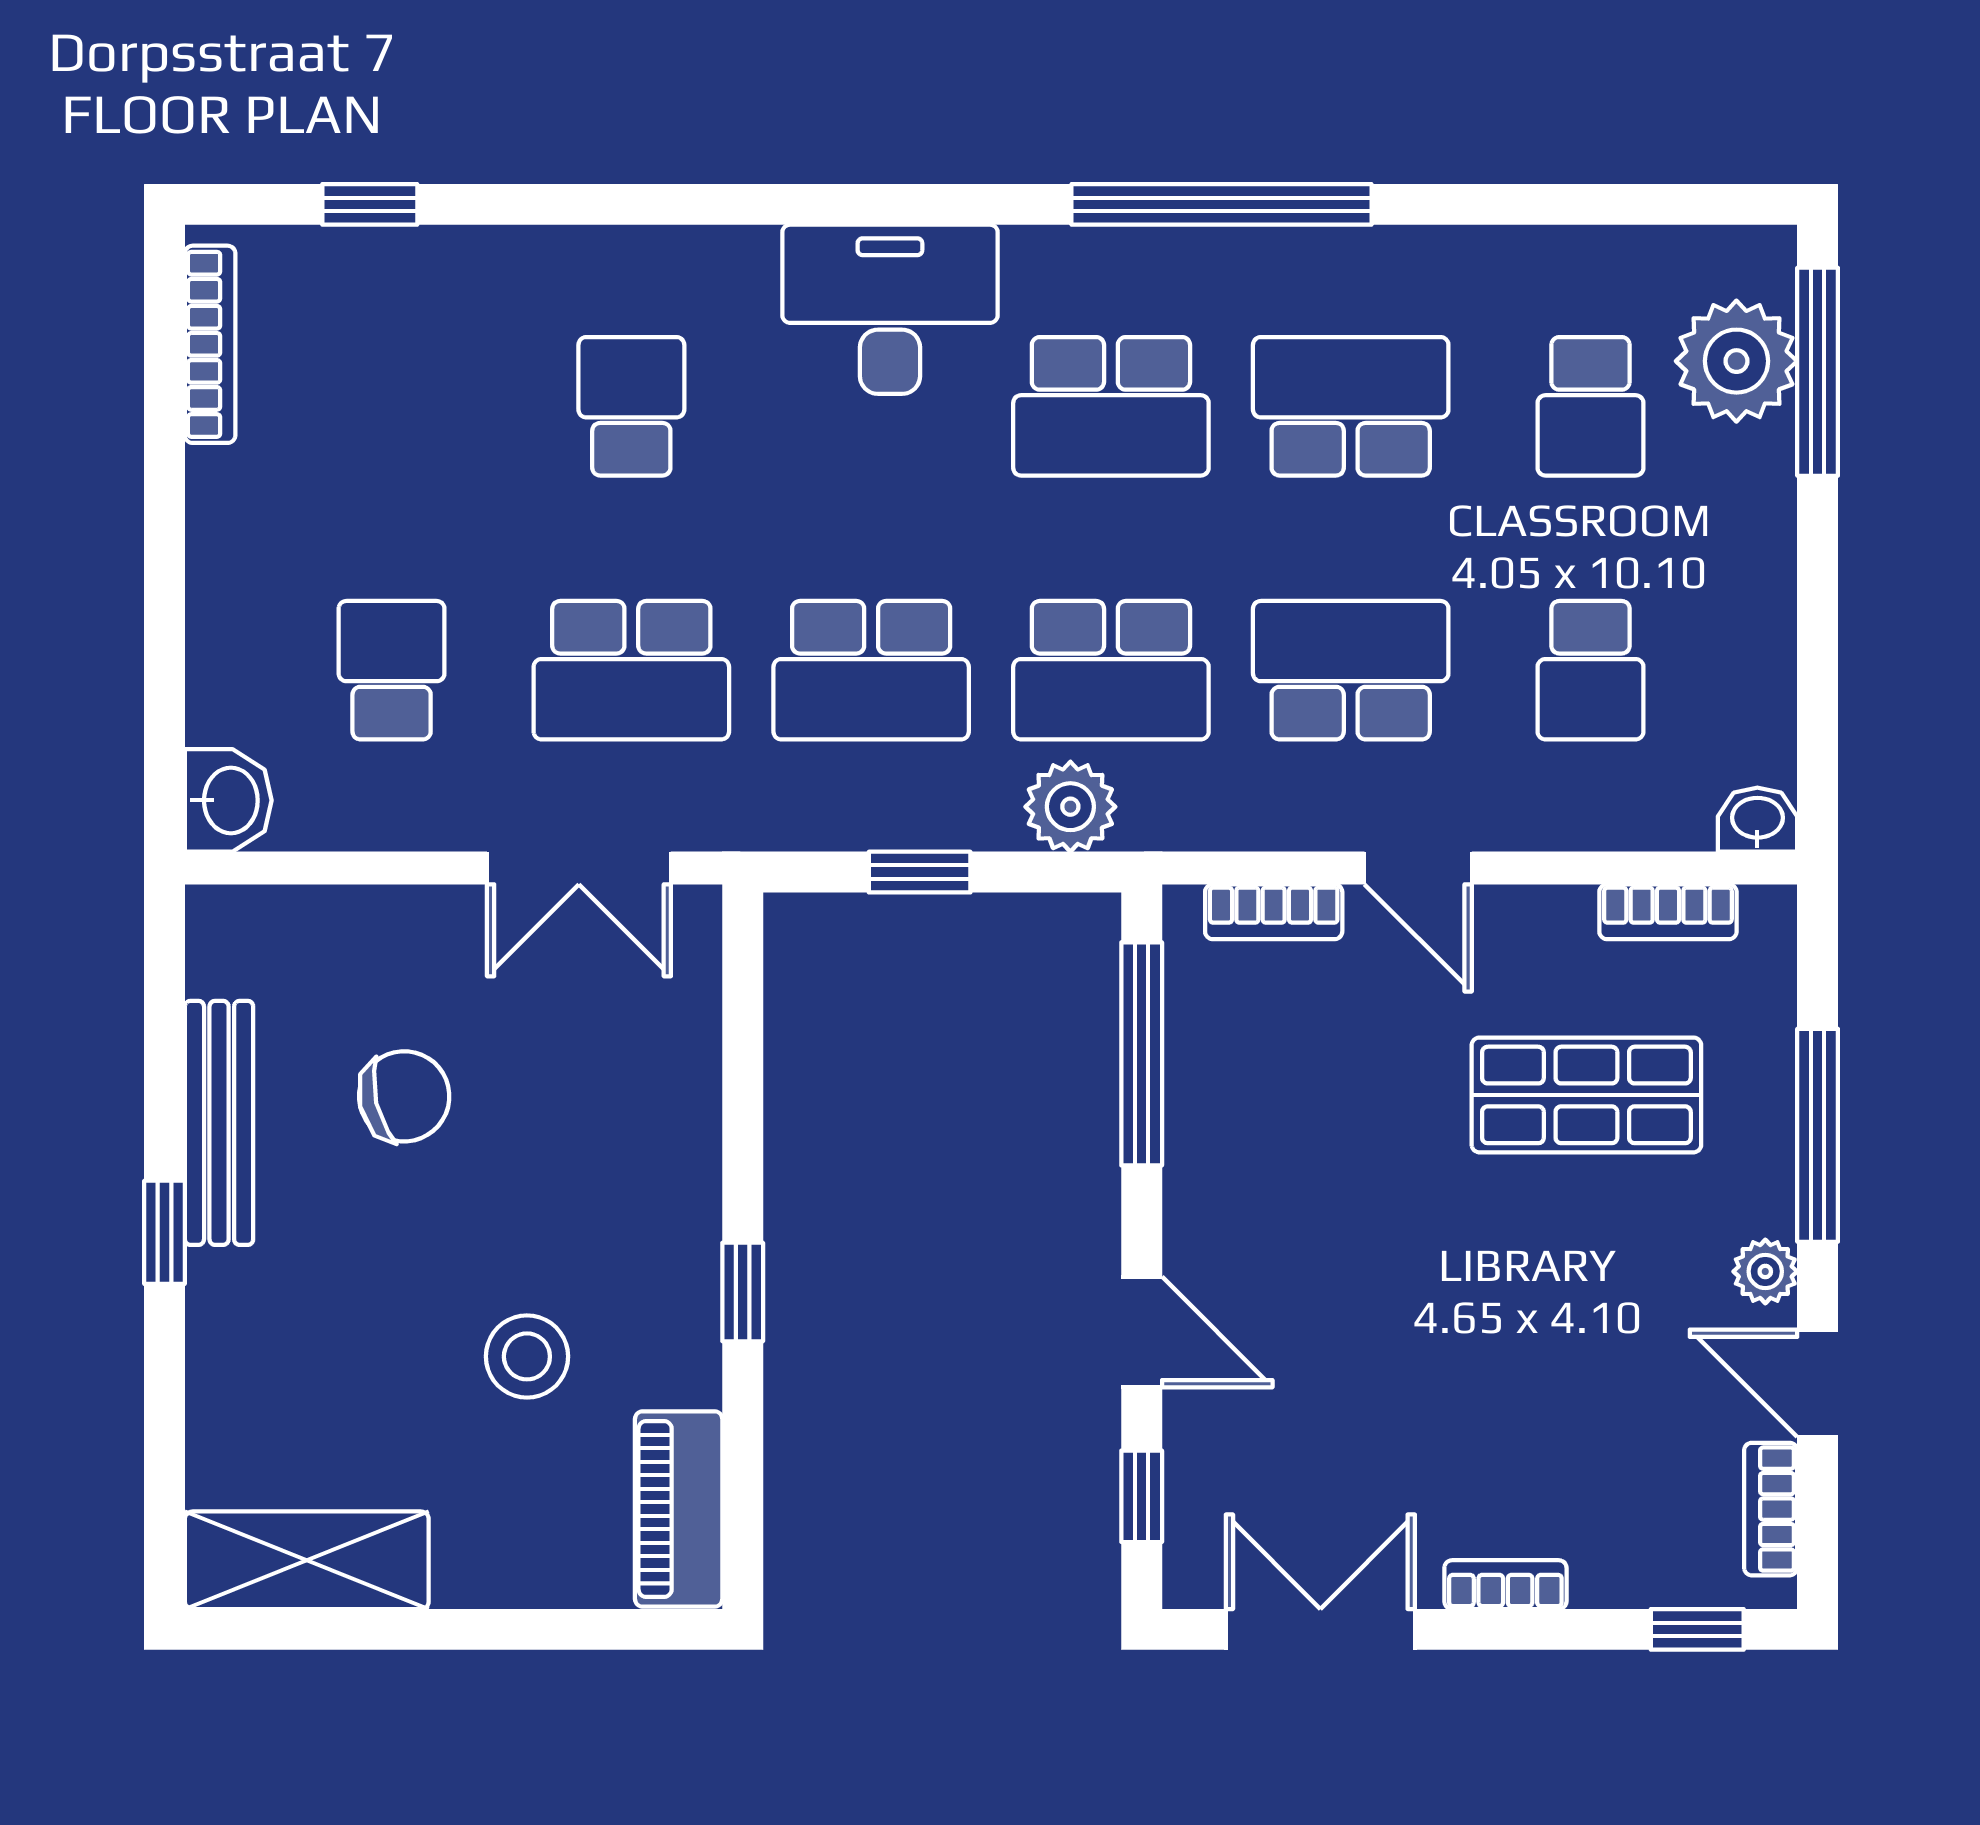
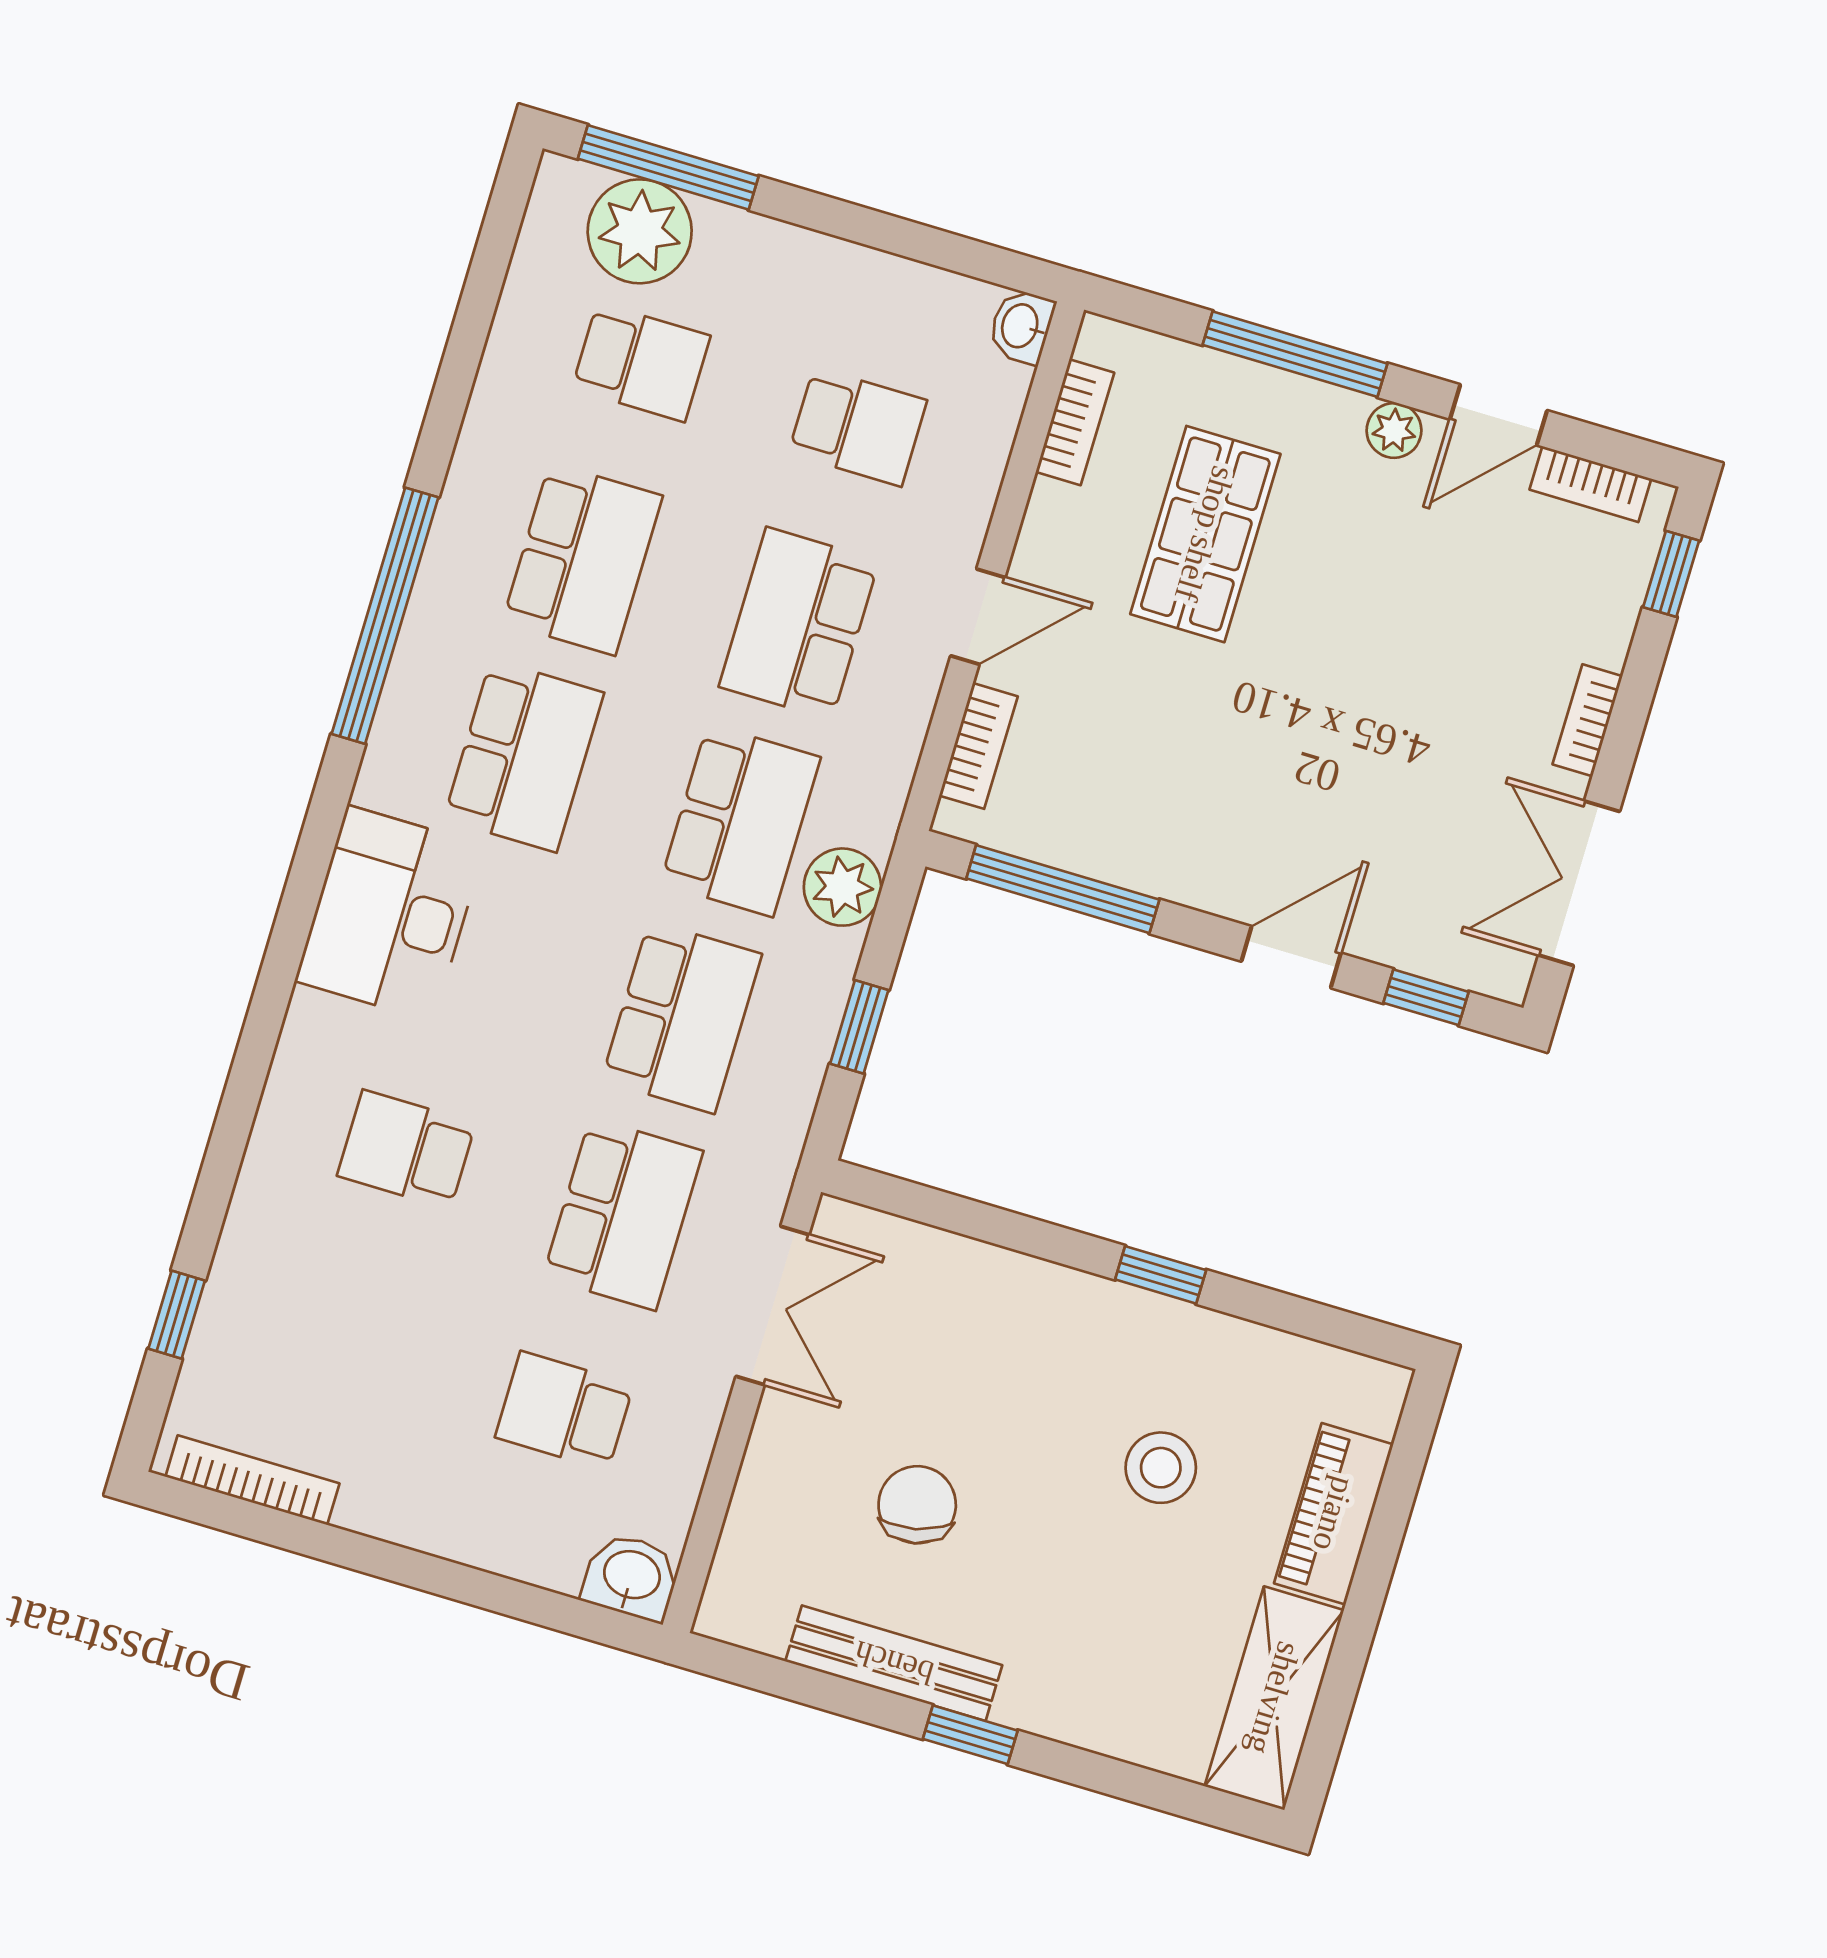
school desk: (1351, 406) -> (582, 559), turned 180
piano: (679, 1509) -> (1334, 1514), moved, turned 90

